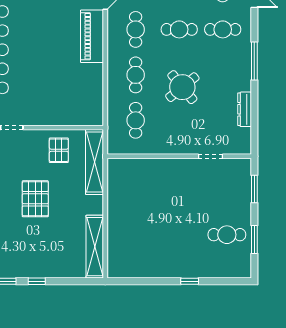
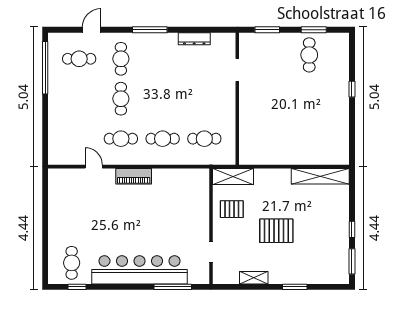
piano: (92, 36) -> (134, 176), width x0.73, depth x0.75
round table: (182, 87) -> (174, 96), removed
shelving: (95, 162) -> (233, 176), width x0.68

